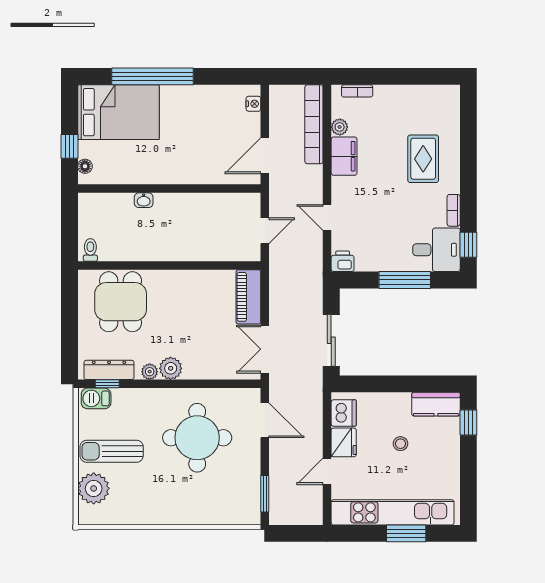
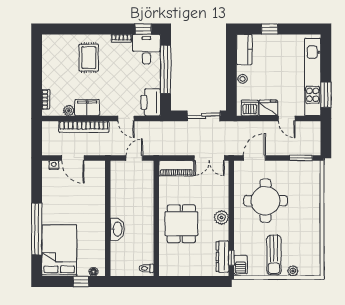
bookcase: (314, 124) -> (84, 127), moved
door: (265, 156) -> (73, 158), moved
rug: (423, 159) -> (89, 58), turned 90
washbasin: (144, 200) -> (117, 229), width x1.91, depth x1.45
door: (327, 218) -> (126, 118), hinge flipped
door: (265, 231) -> (134, 158), hinge flipped
printer: (343, 261) -> (151, 102), width x1.87, depth x1.48
window: (405, 280) -> (166, 69), width x1.46
dining table: (121, 302) -> (181, 224), moved, turned 90
plant: (150, 372) -> (224, 231), removed
window: (468, 423) -> (270, 29), moved
stool: (400, 444) -> (243, 79), moved
plant: (94, 488) -> (293, 271), width x0.53, depth x0.53
window: (406, 533) -> (326, 95), moved

